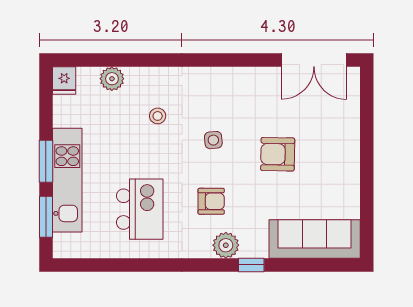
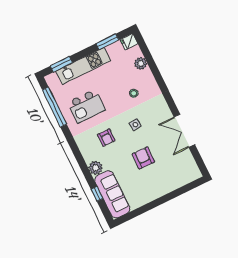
double door: (314, 60) -> (184, 131), moved
window: (46, 161) -> (107, 42), moved
plant: (226, 245) -> (96, 168), moved
window: (114, 265) -> (54, 107), added
window: (251, 265) -> (97, 194), moved

